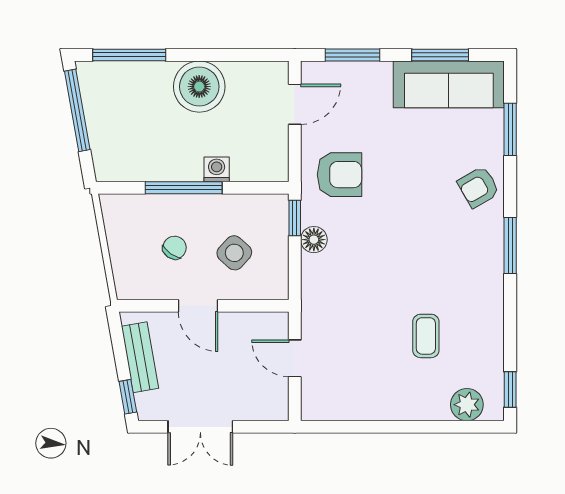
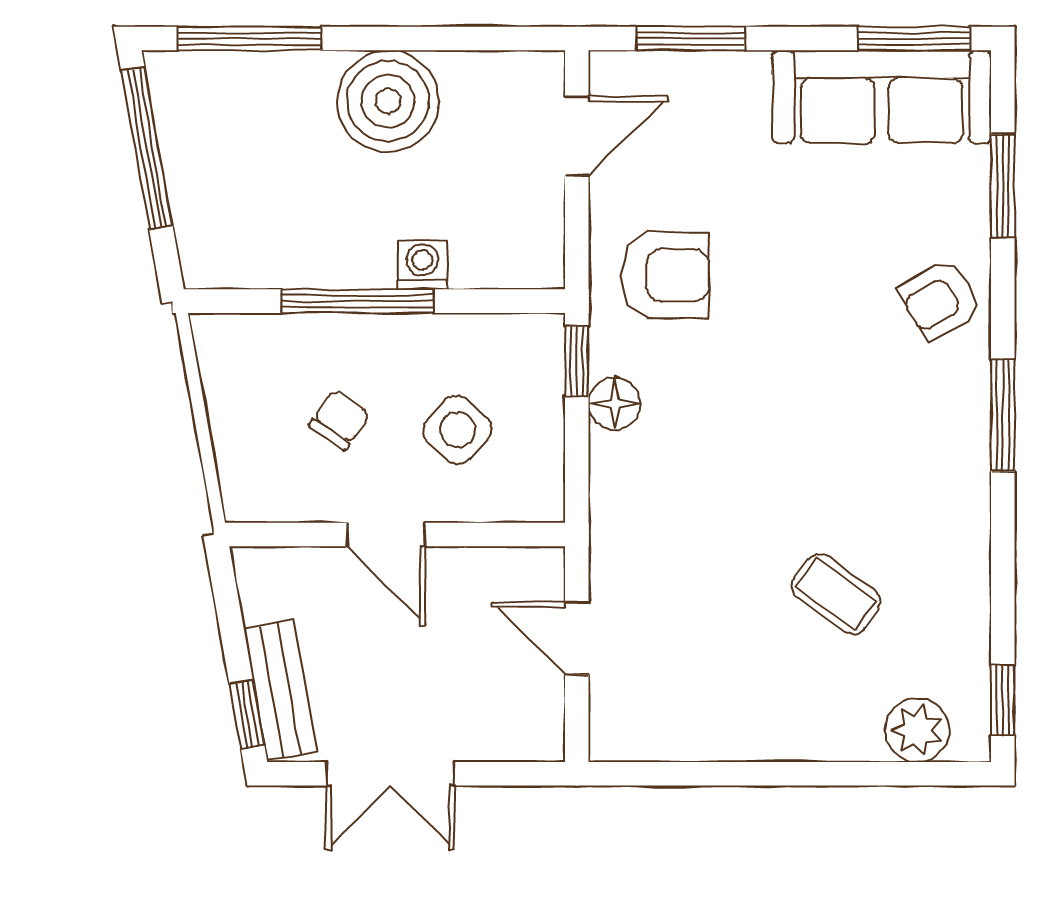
window: (440, 55) -> (914, 39), moved
coffee table: (426, 336) -> (836, 594), turned -54
bench: (140, 357) -> (280, 690), moved

